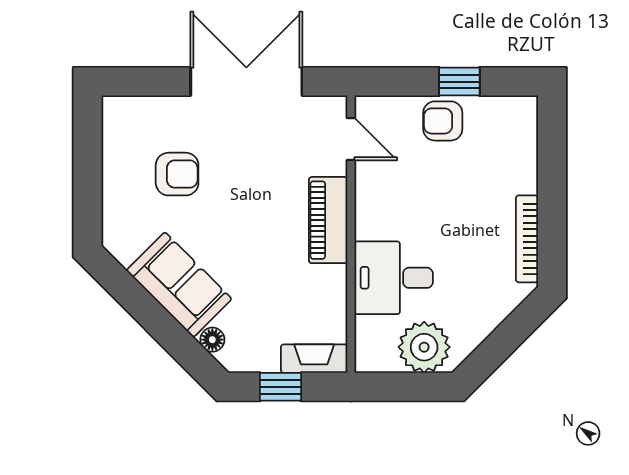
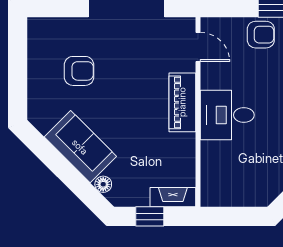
armchair: (443, 121) -> (261, 35), turned 180
desk: (394, 278) -> (227, 115), moved
plant: (424, 347) -> (248, 189), removed

